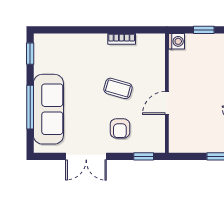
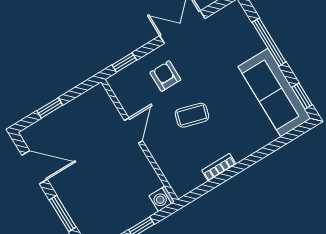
sofa: (48, 109) -> (274, 92), moved

